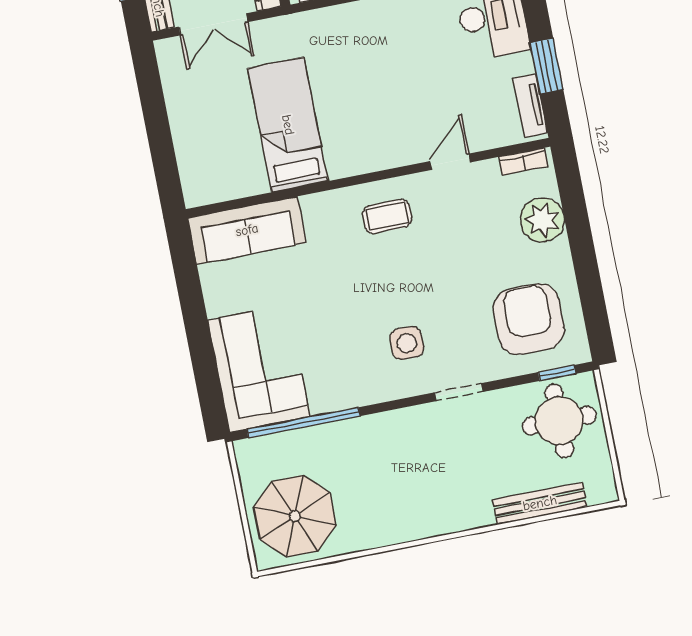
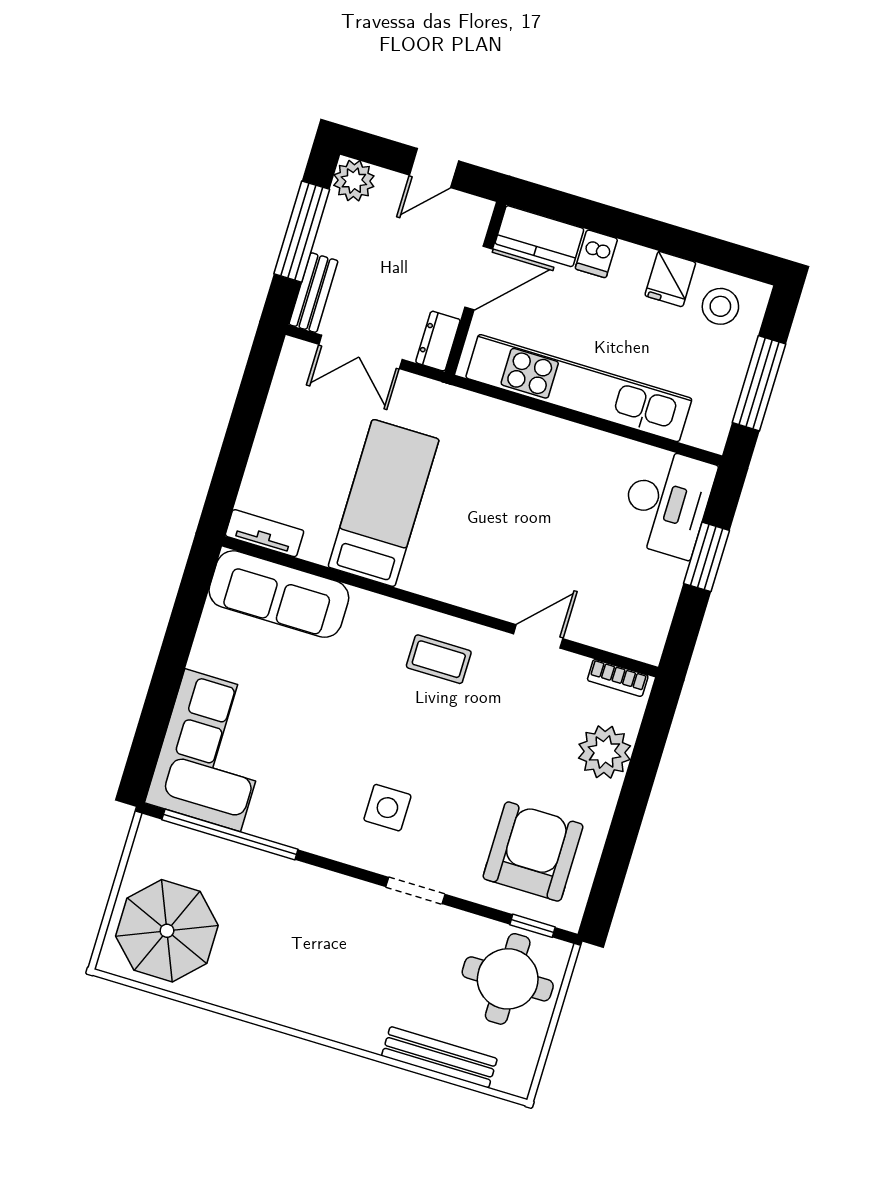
window: (547, 66) -> (707, 557), moved
tv unit: (530, 106) -> (265, 533), moved, turned 90

